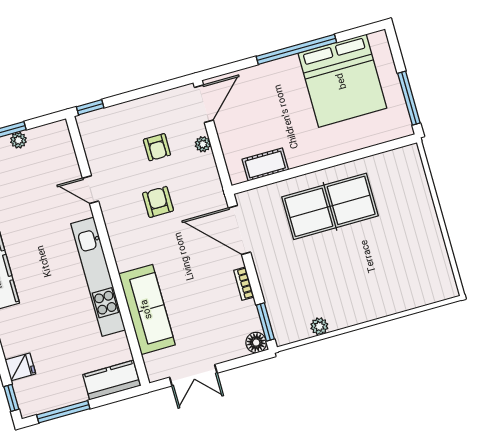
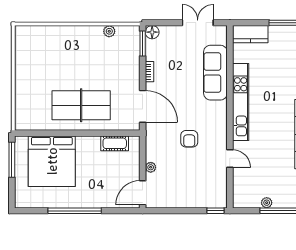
bed: (342, 81) -> (52, 161), moved, turned 180
armchair: (157, 147) -> (180, 174), removed

